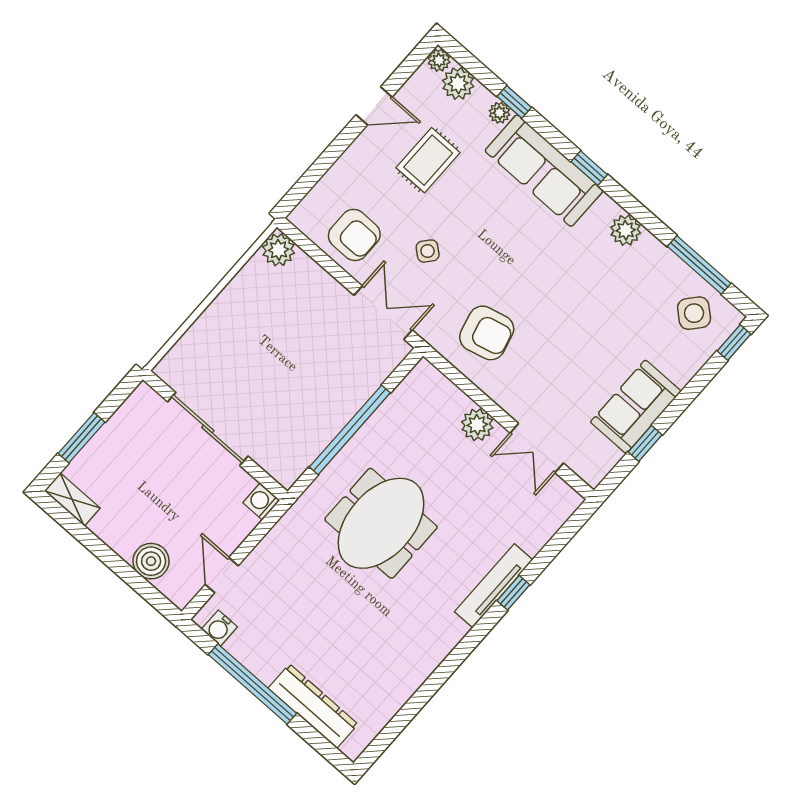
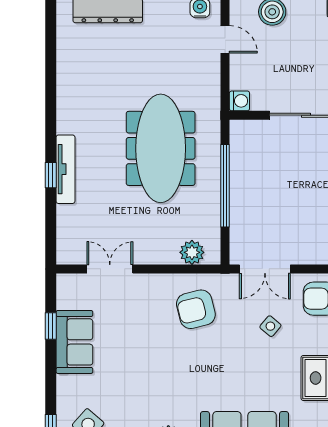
plant: (477, 425) -> (192, 252), moved
meeting table: (381, 523) -> (161, 148), width x1.36

